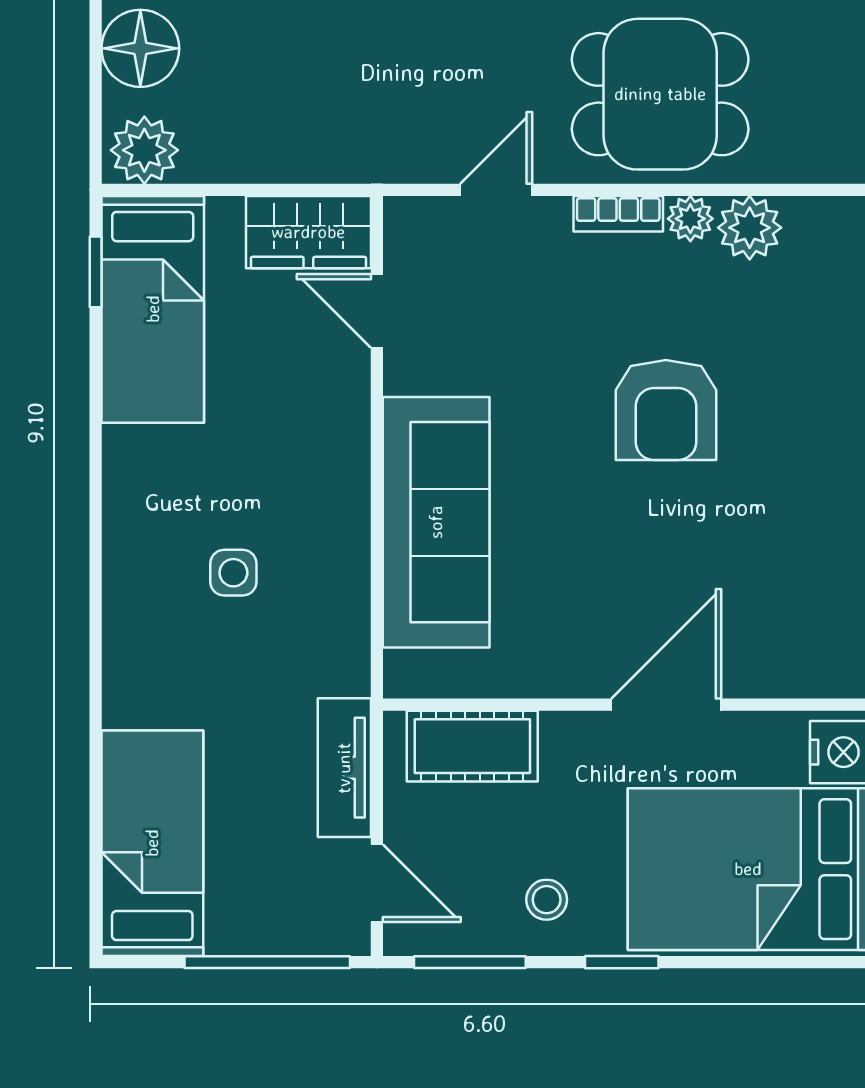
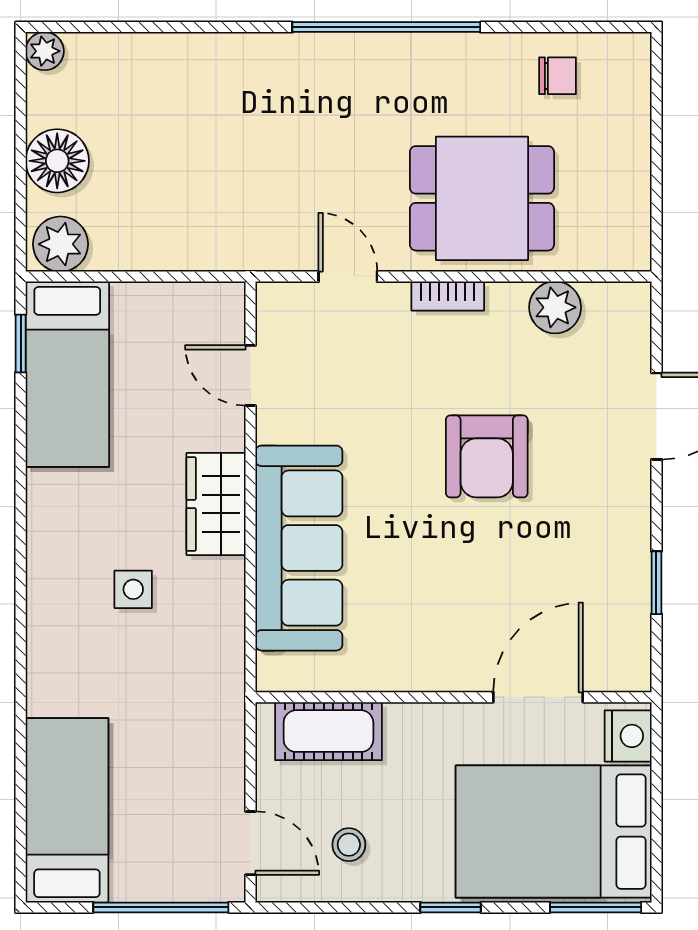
door: (496, 190) -> (348, 276), hinge flipped
plant: (690, 219) -> (507, 300), removed
wardrobe: (308, 232) -> (216, 504), moved, turned 90
door: (666, 705) -> (538, 697), moved
tv unit: (344, 768) -> (224, 749), removed
stool: (547, 900) -> (349, 845), moved
window: (470, 962) -> (596, 907), moved

